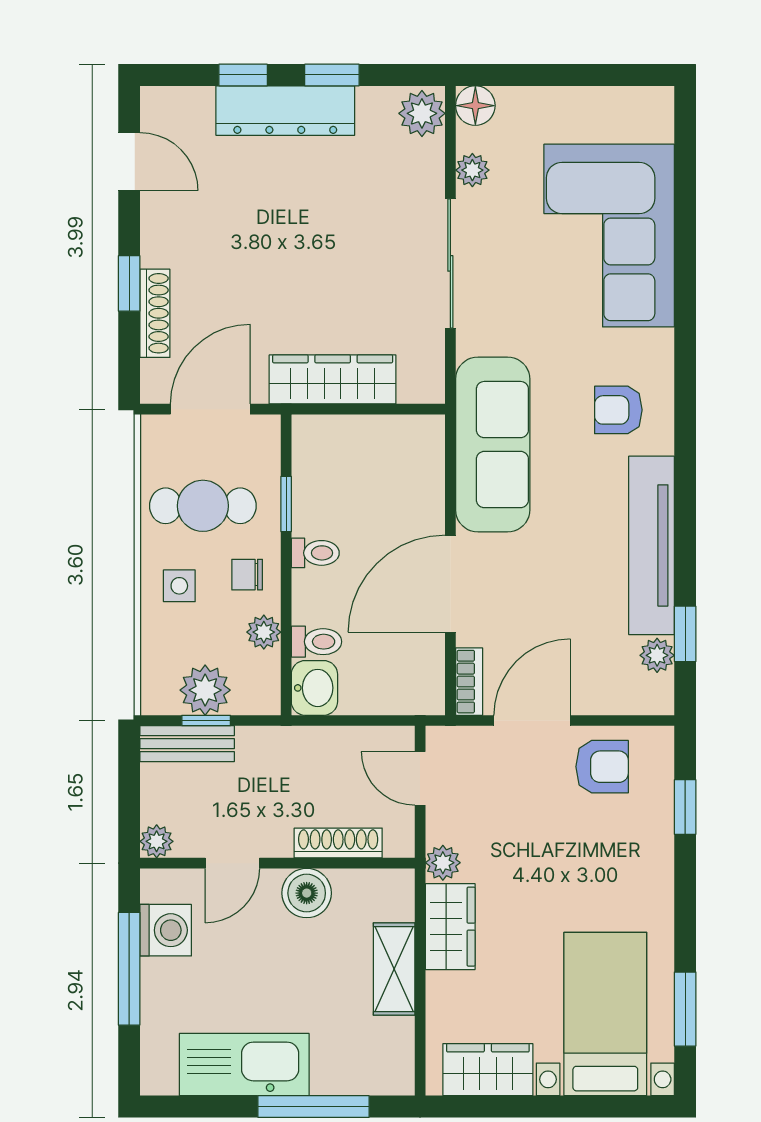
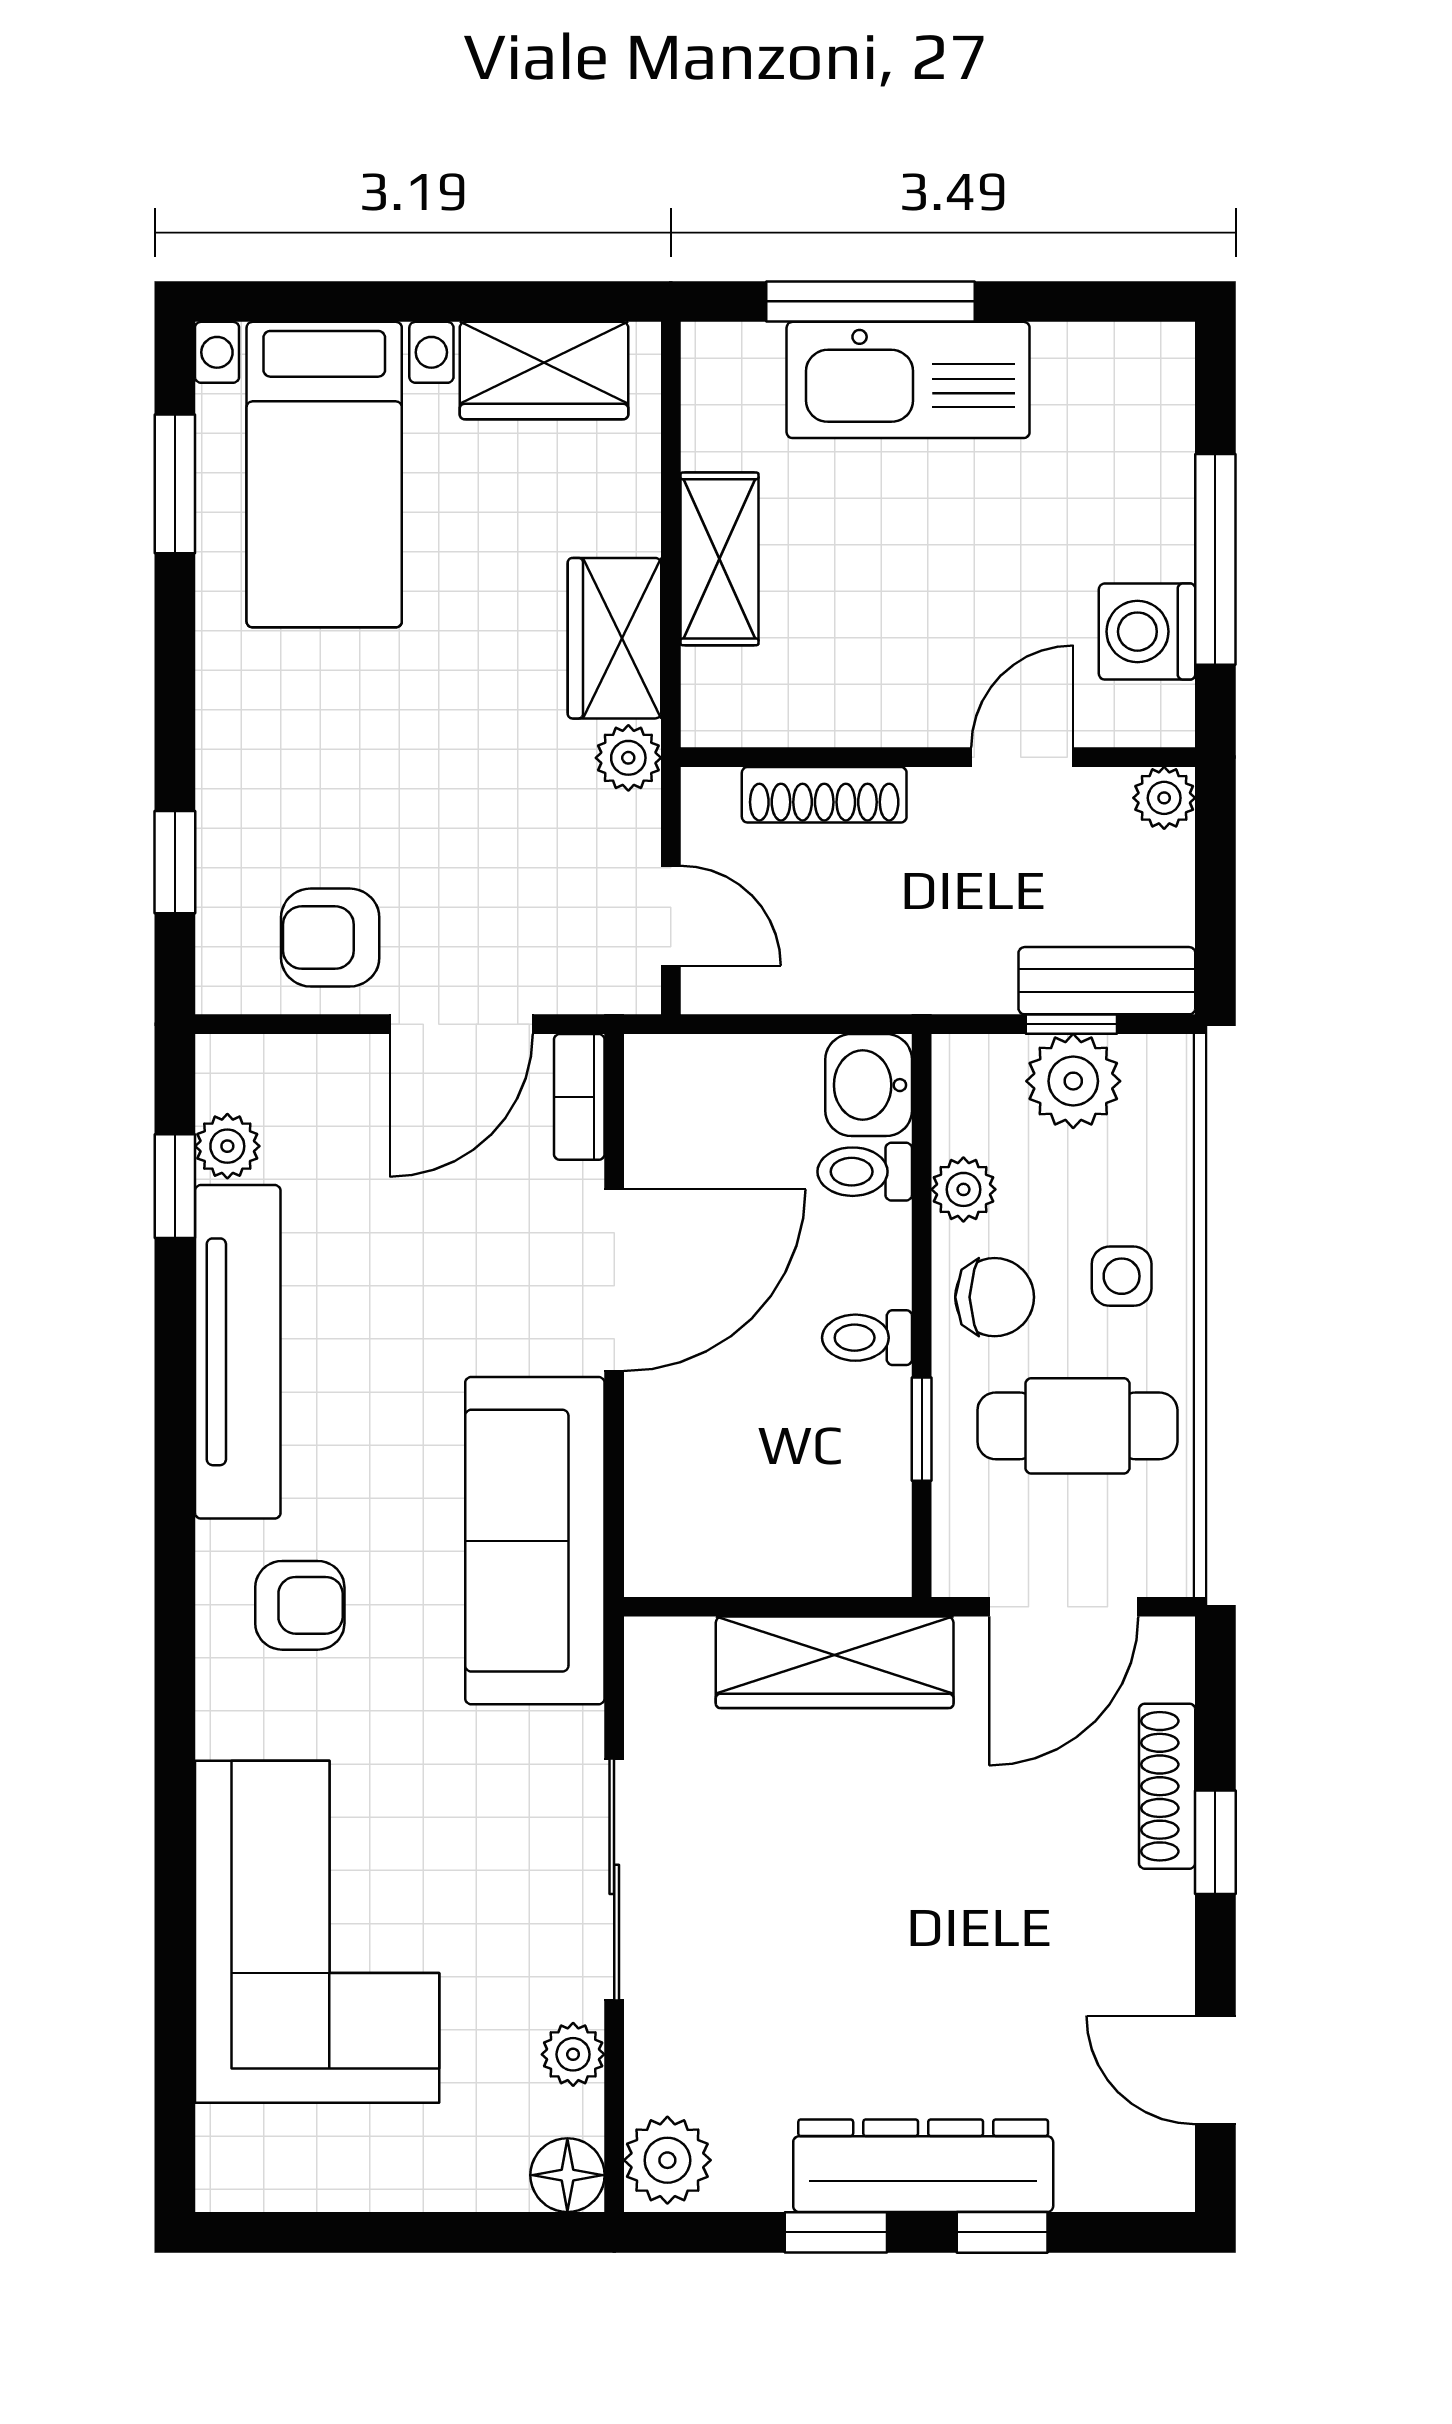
chair: (247, 575) -> (995, 1297), width x1.37, depth x1.37
boiler: (307, 893) -> (883, 701), removed
kitchen sink: (244, 1065) -> (908, 380), moved

